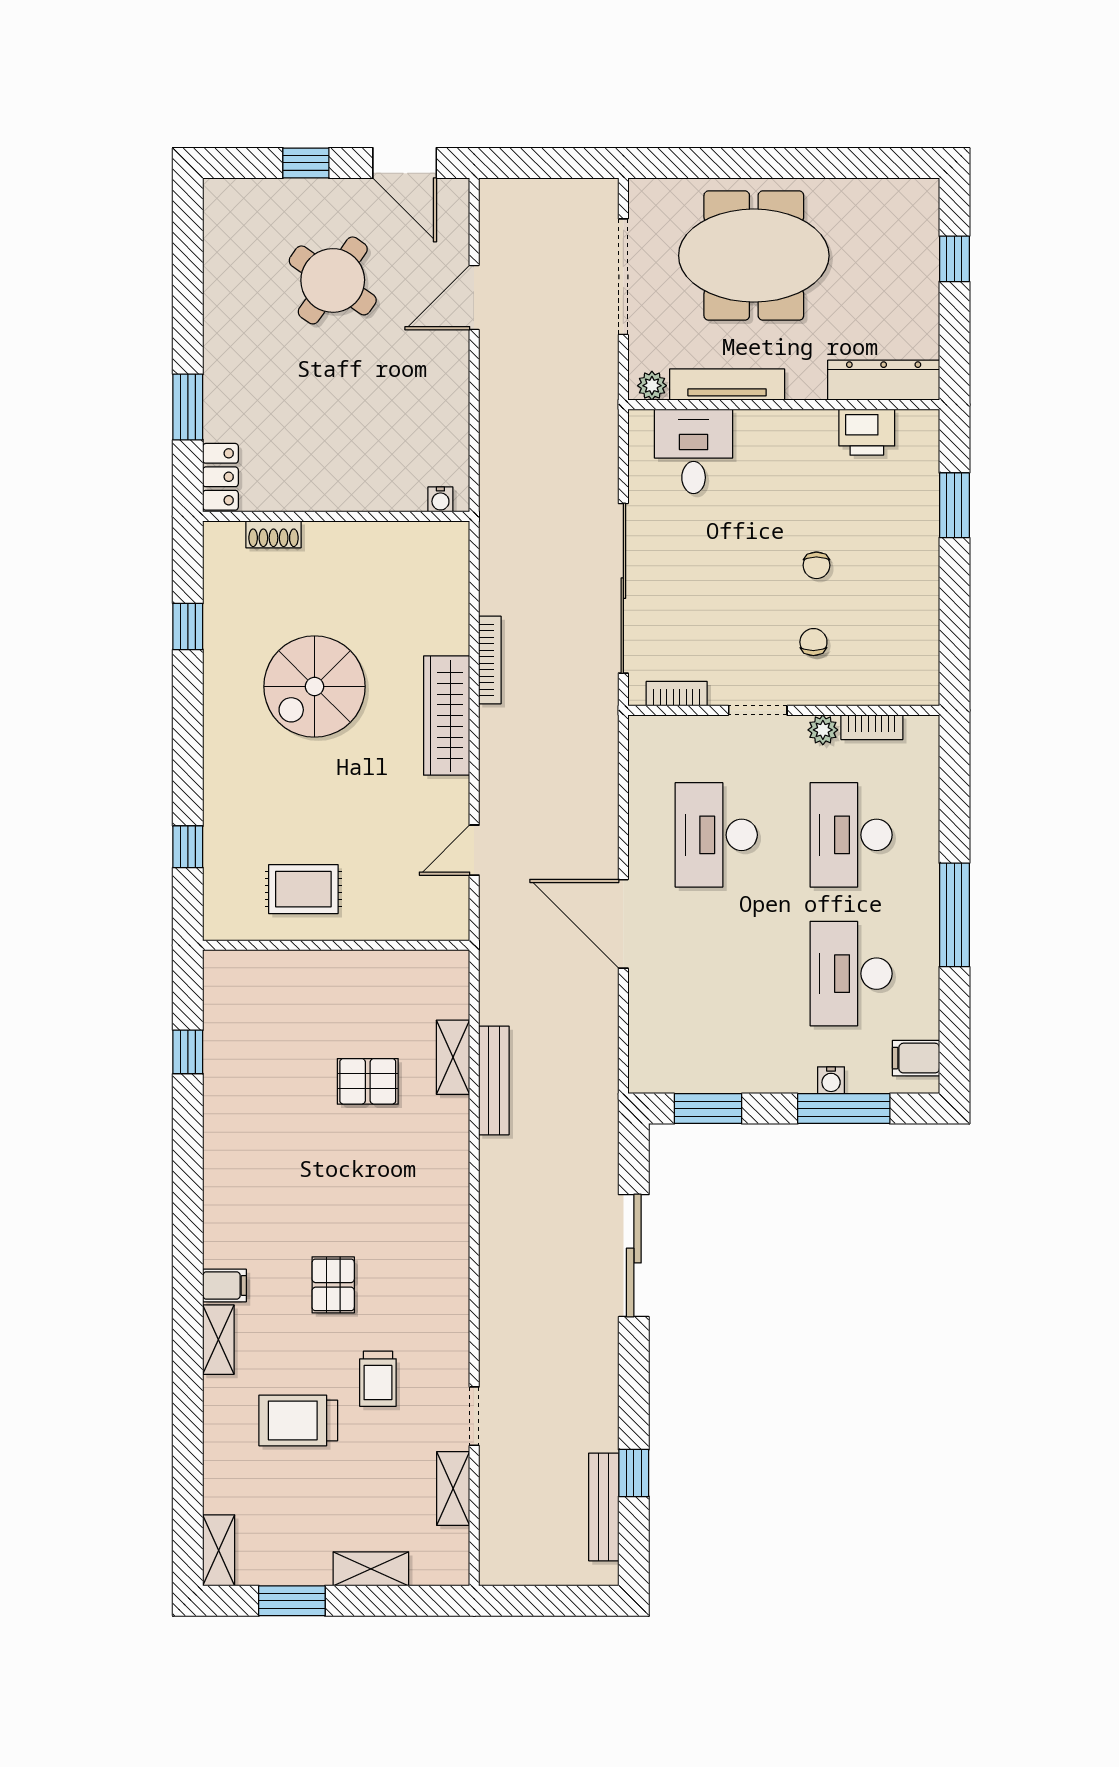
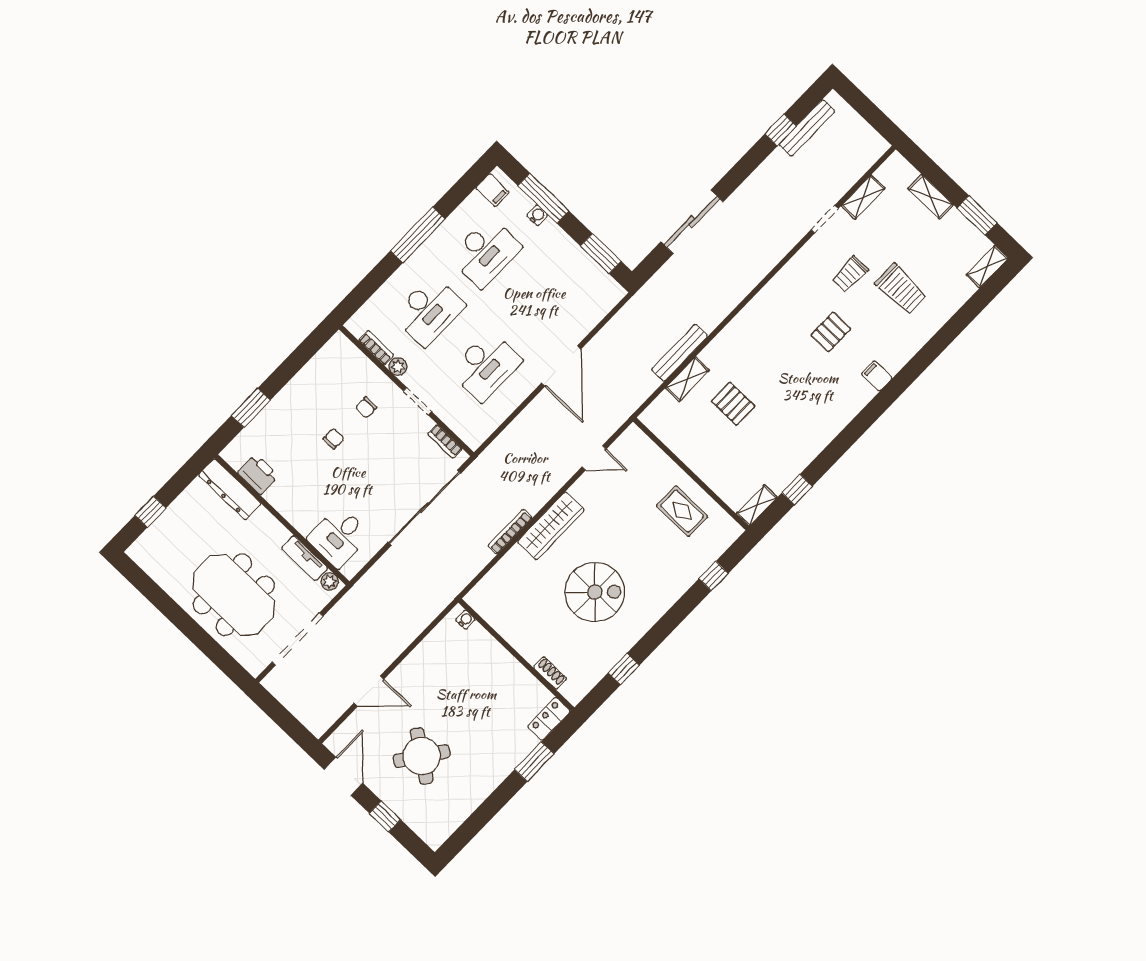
tv unit: (727, 385) -> (305, 558), width x0.71
shelving: (218, 1340) -> (757, 505), moved
trolley: (378, 1379) -> (850, 274), turned 180

